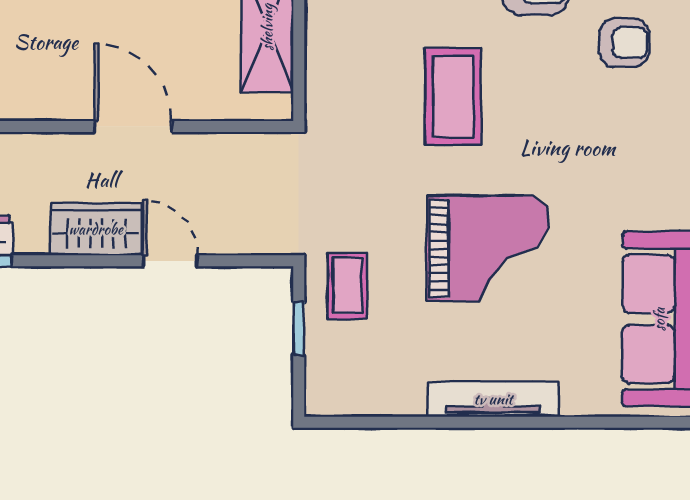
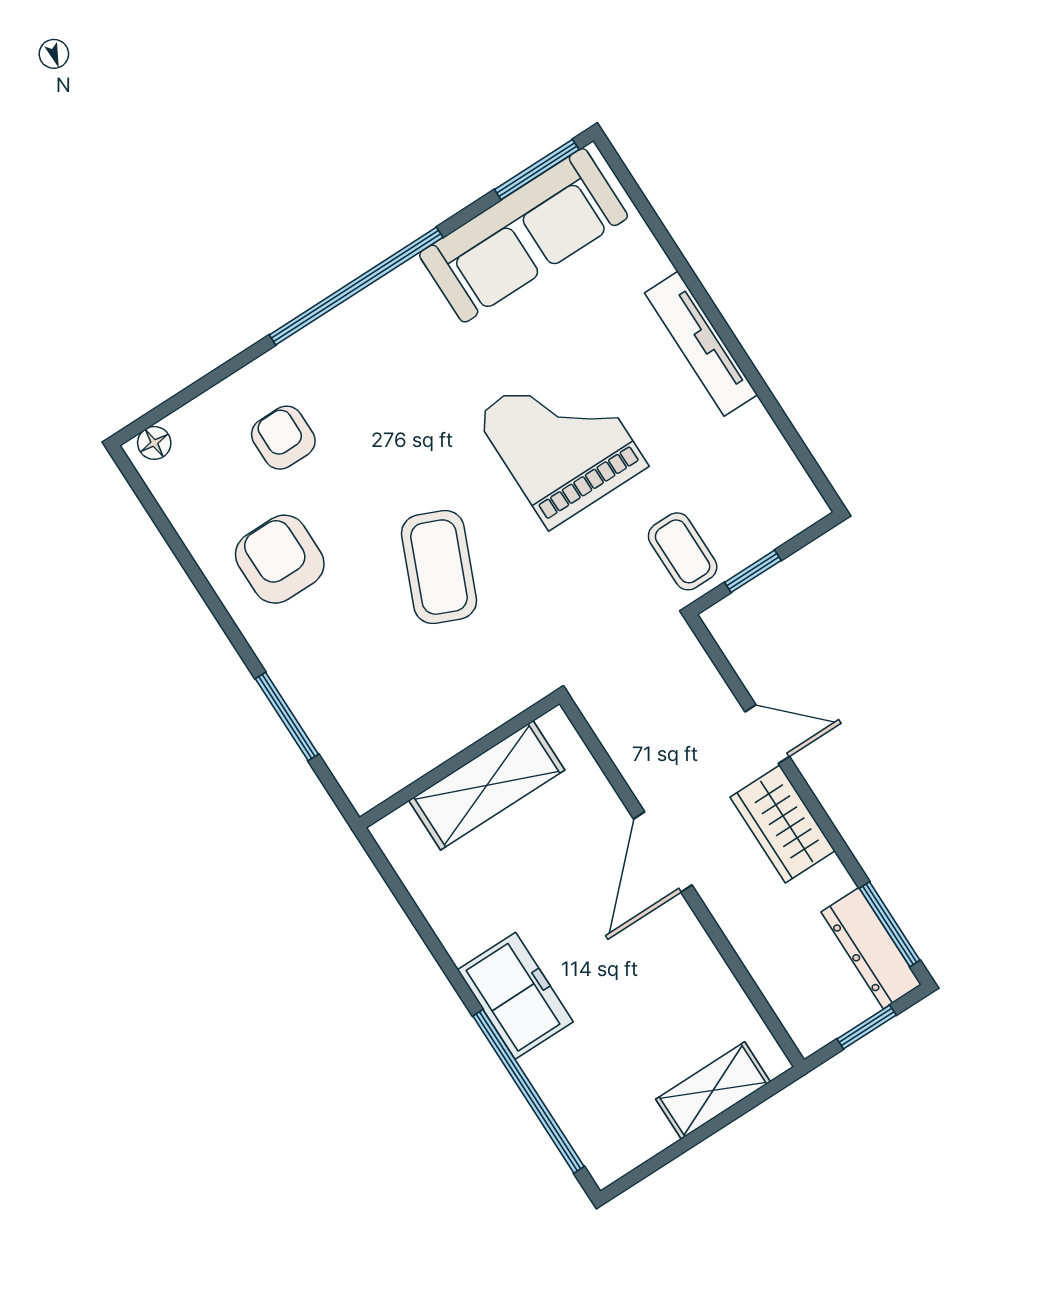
coffee table: (453, 97) -> (439, 567), turned -67
door: (171, 261) -> (767, 734), swing flipped
coffee table: (347, 286) -> (683, 551), turned 90

